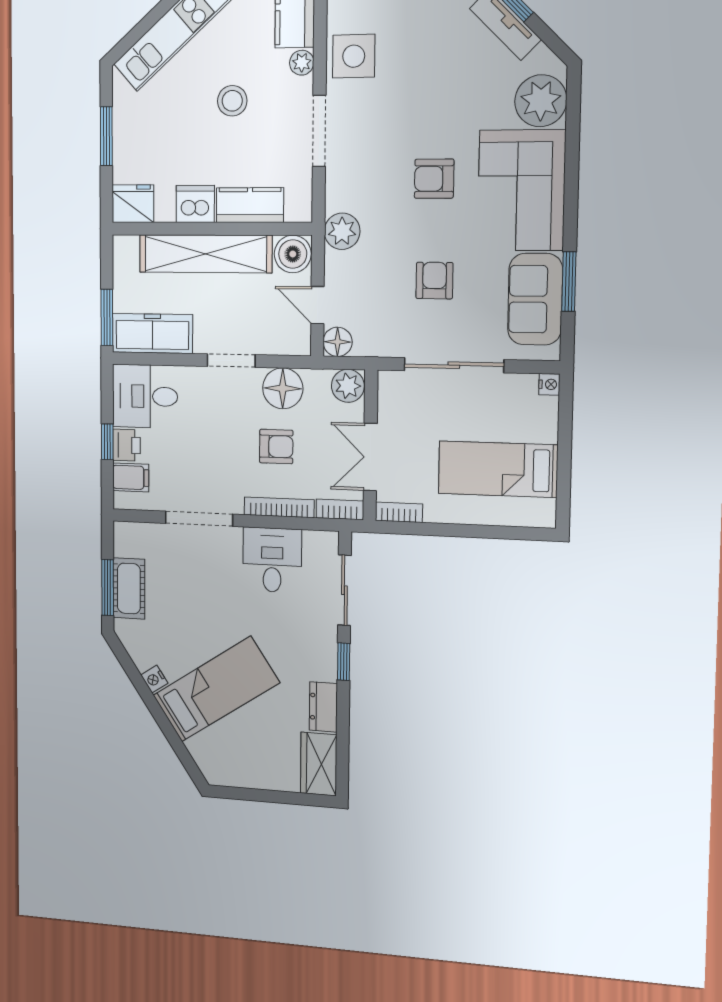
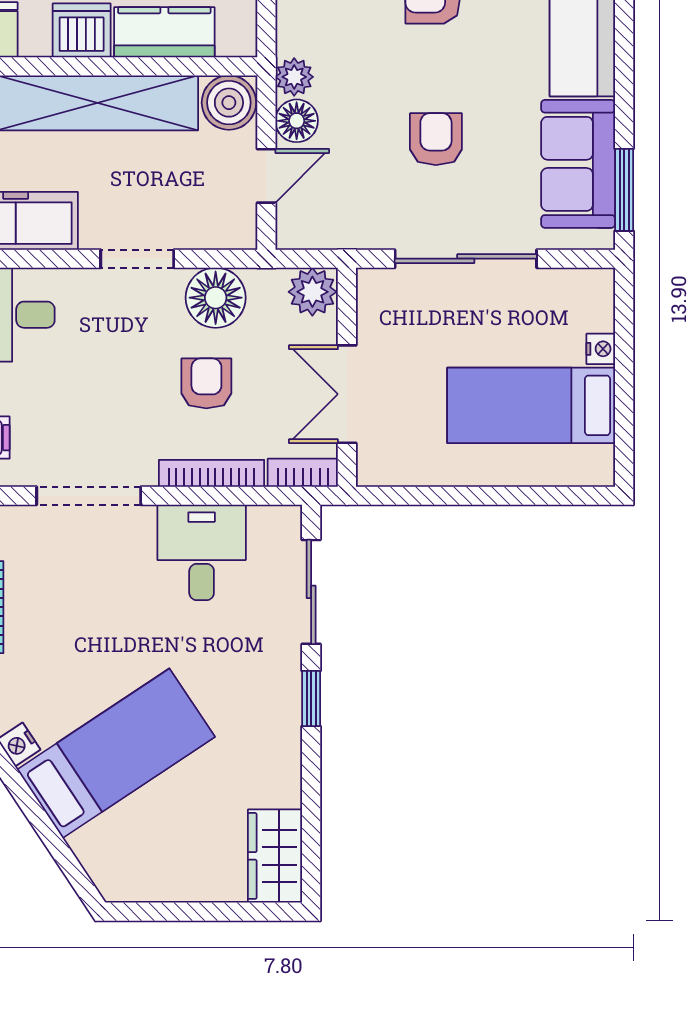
plant: (342, 231) -> (294, 77), width x0.73, depth x0.73
window: (569, 282) -> (624, 190), moved
door: (317, 305) -> (266, 176), swing flipped
floor lamp: (338, 342) -> (297, 121), moved
nightstand: (549, 384) -> (601, 349), moved
armchair: (276, 446) -> (206, 383), turned -90
bookcase: (399, 512) -> (390, 473), removed
dresser: (323, 707) -> (281, 769), removed

